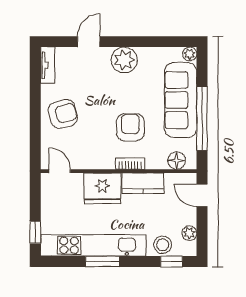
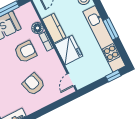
armchair: (63, 114) -> (34, 84), moved
armchair: (130, 127) -> (25, 52), turned 180
floor lamp: (177, 161) -> (37, 28), moved

